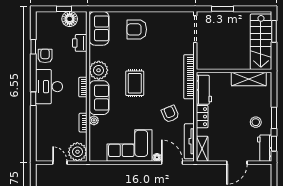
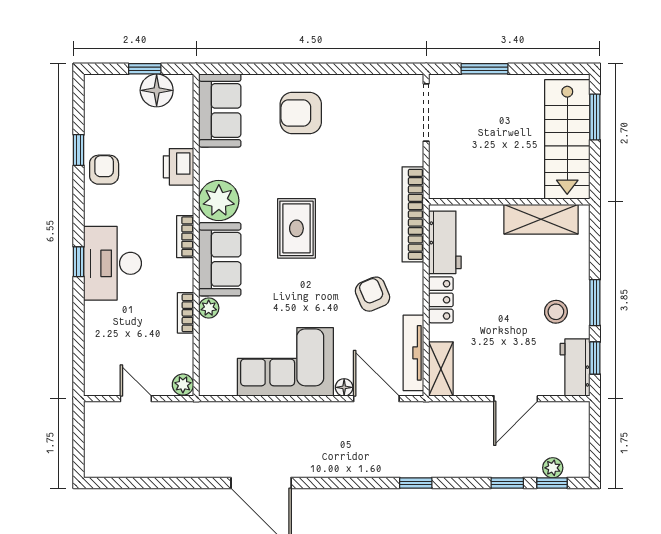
printer: (80, 43) -> (178, 167), moved
desk: (49, 87) -> (113, 263), moved
plant: (77, 152) -> (183, 385), width x0.53, depth x0.53

